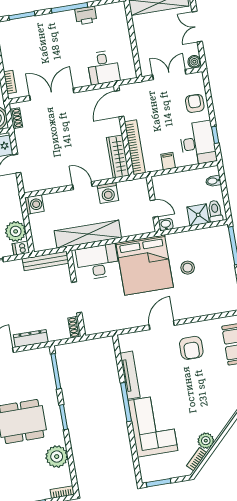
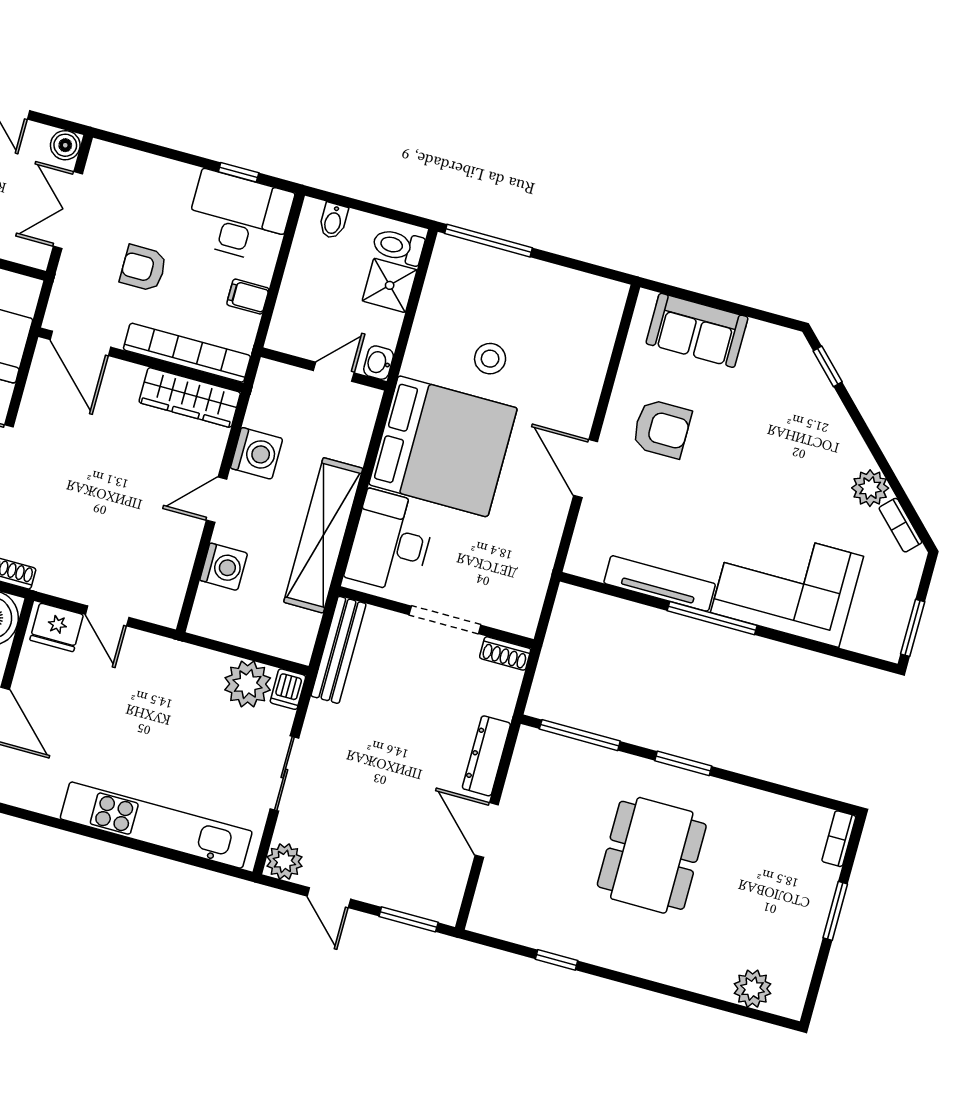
armchair: (195, 103) -> (143, 268), moved
washing machine: (34, 204) -> (224, 567), moved, turned 90
plant: (57, 457) -> (759, 816), removed

